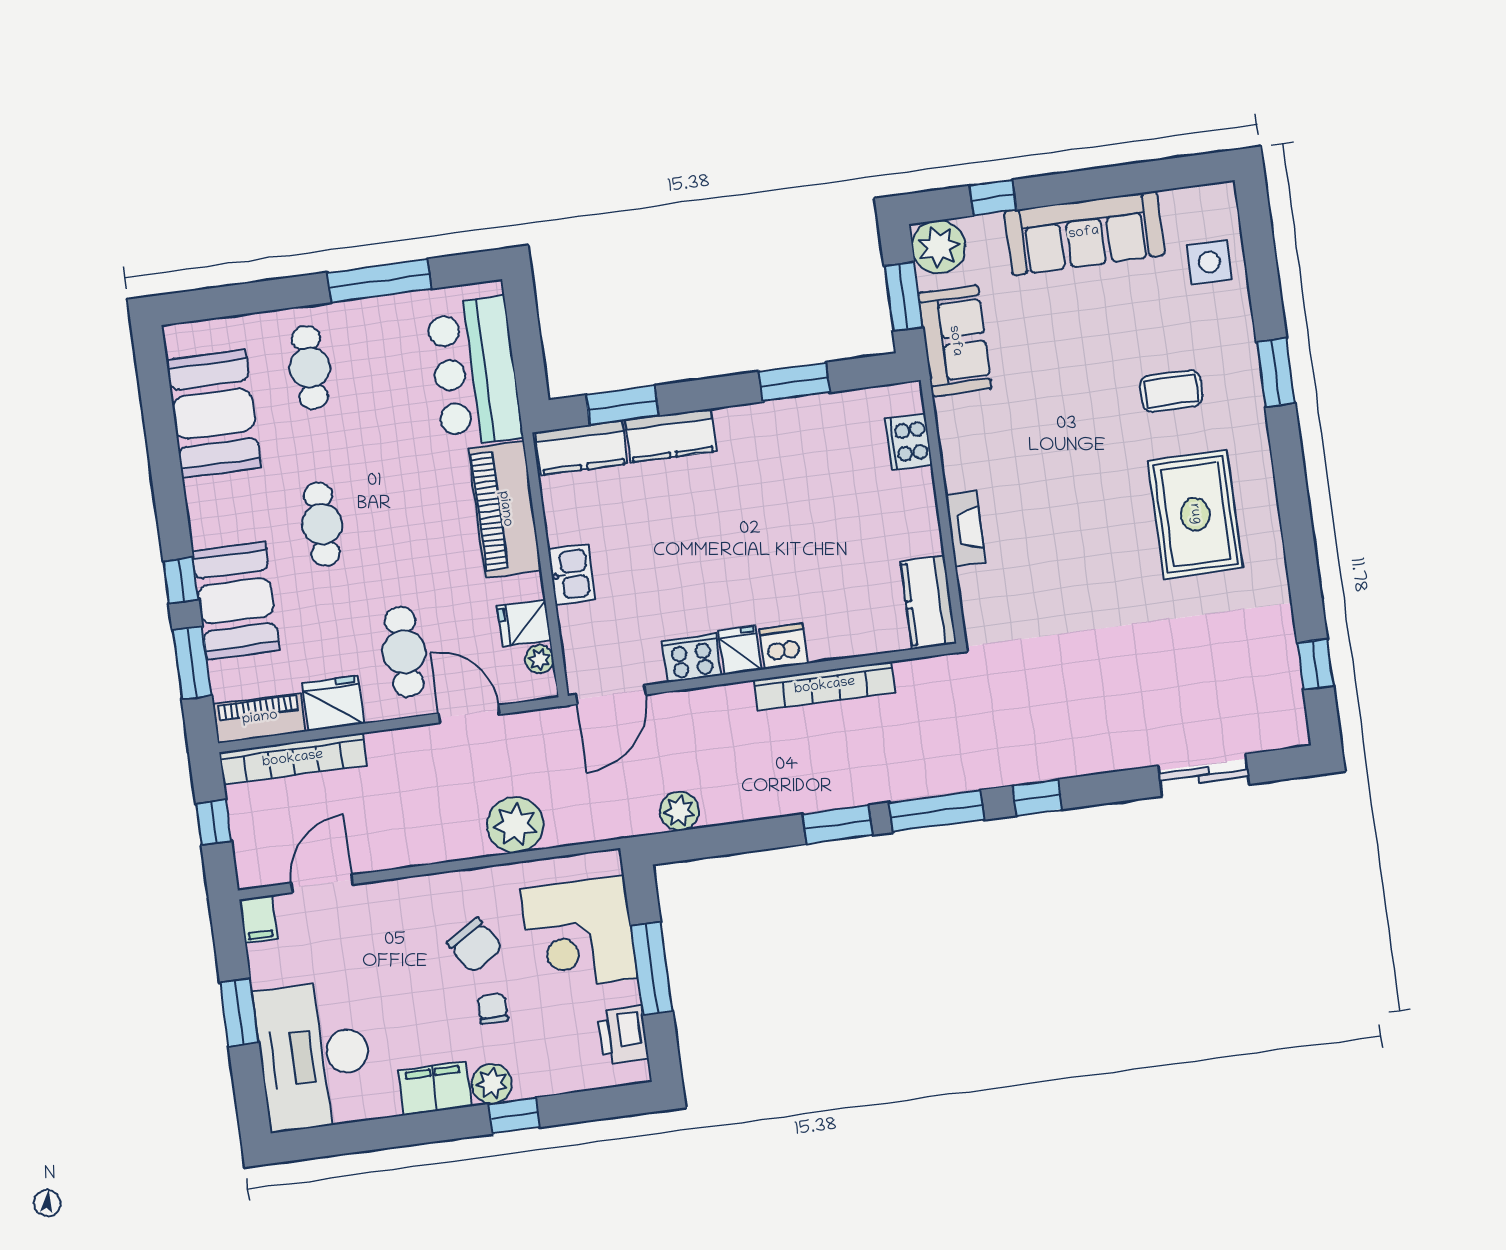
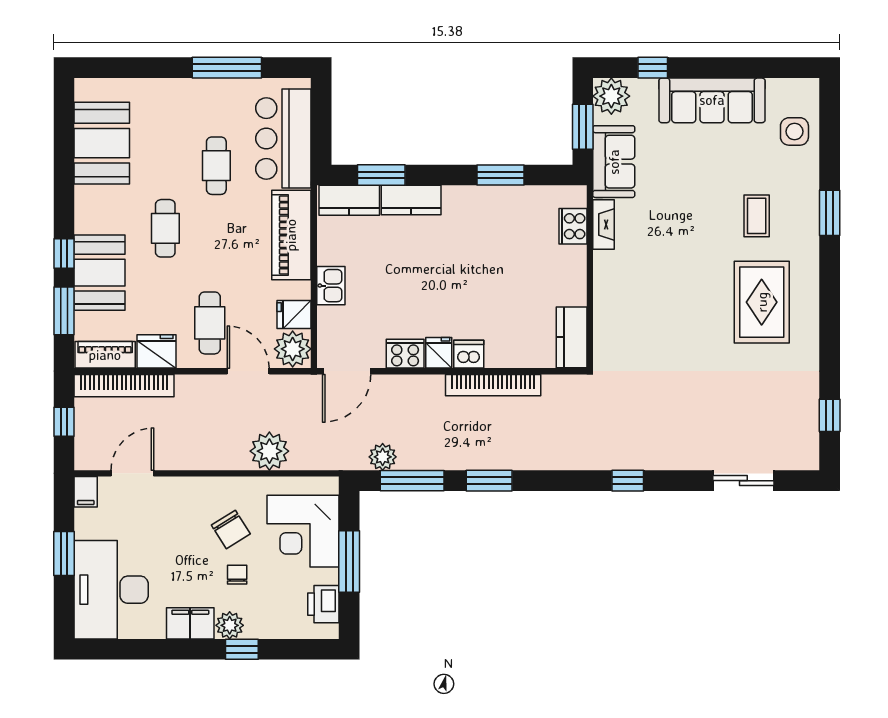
cafe table: (310, 368) -> (216, 166), moved
coffee table: (1171, 391) -> (757, 216), turned 90
fireplace: (965, 529) -> (604, 225), moved
plant: (539, 659) -> (293, 349), width x1.88, depth x1.88
window: (937, 811) -> (412, 481), moved

